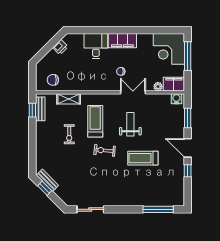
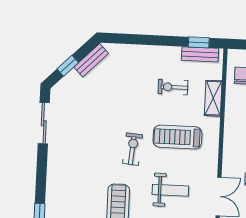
treadmill: (95, 121) -> (177, 137), turned 180
exercise bike: (69, 134) -> (173, 87), moved
window: (45, 188) -> (68, 66), moved

